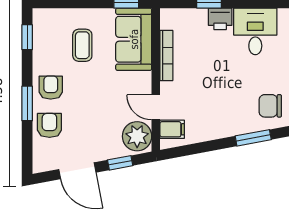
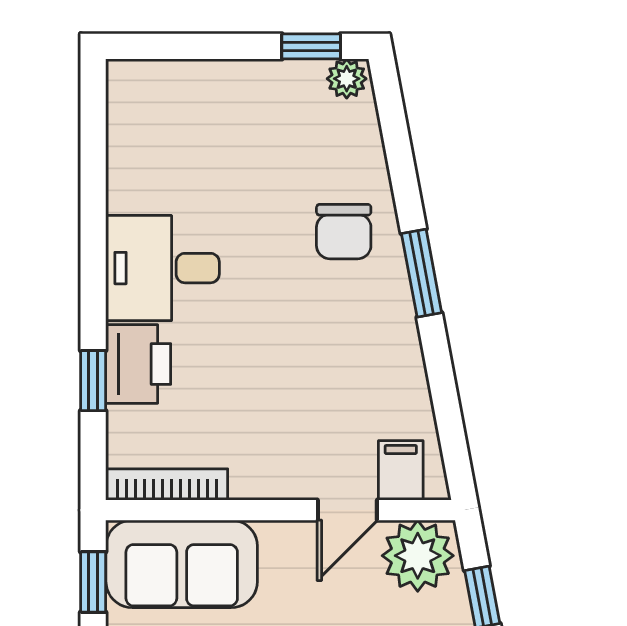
printer: (220, 19) -> (138, 364), width x1.36, depth x1.24
bookcase: (166, 55) -> (167, 484), moved

